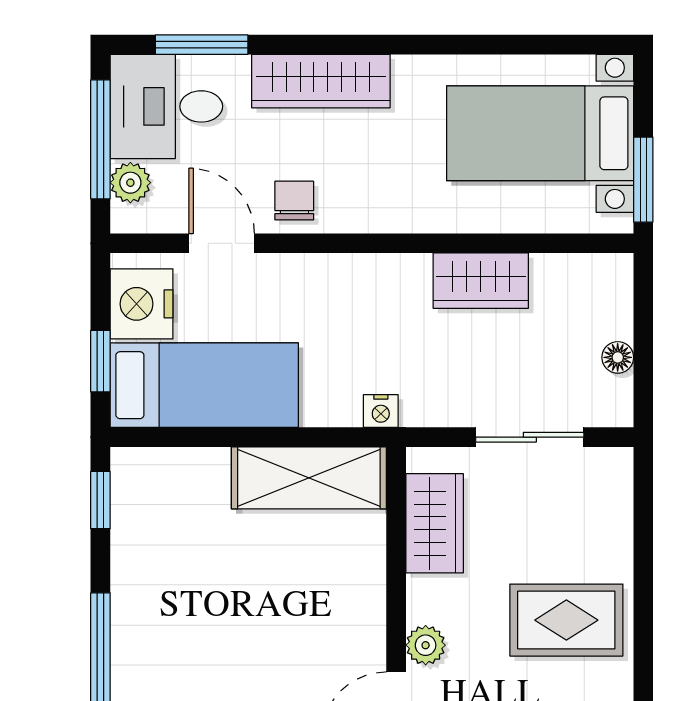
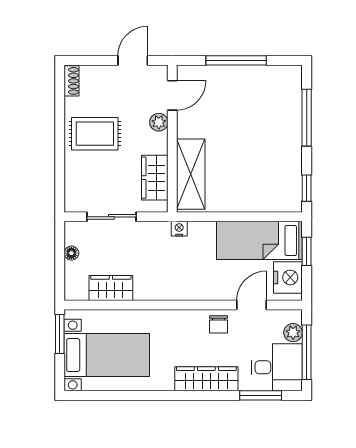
door: (222, 243) -> (252, 305), swing flipped
wardrobe: (481, 281) -> (111, 288), moved
shelving: (309, 478) -> (191, 174), moved, turned 90

